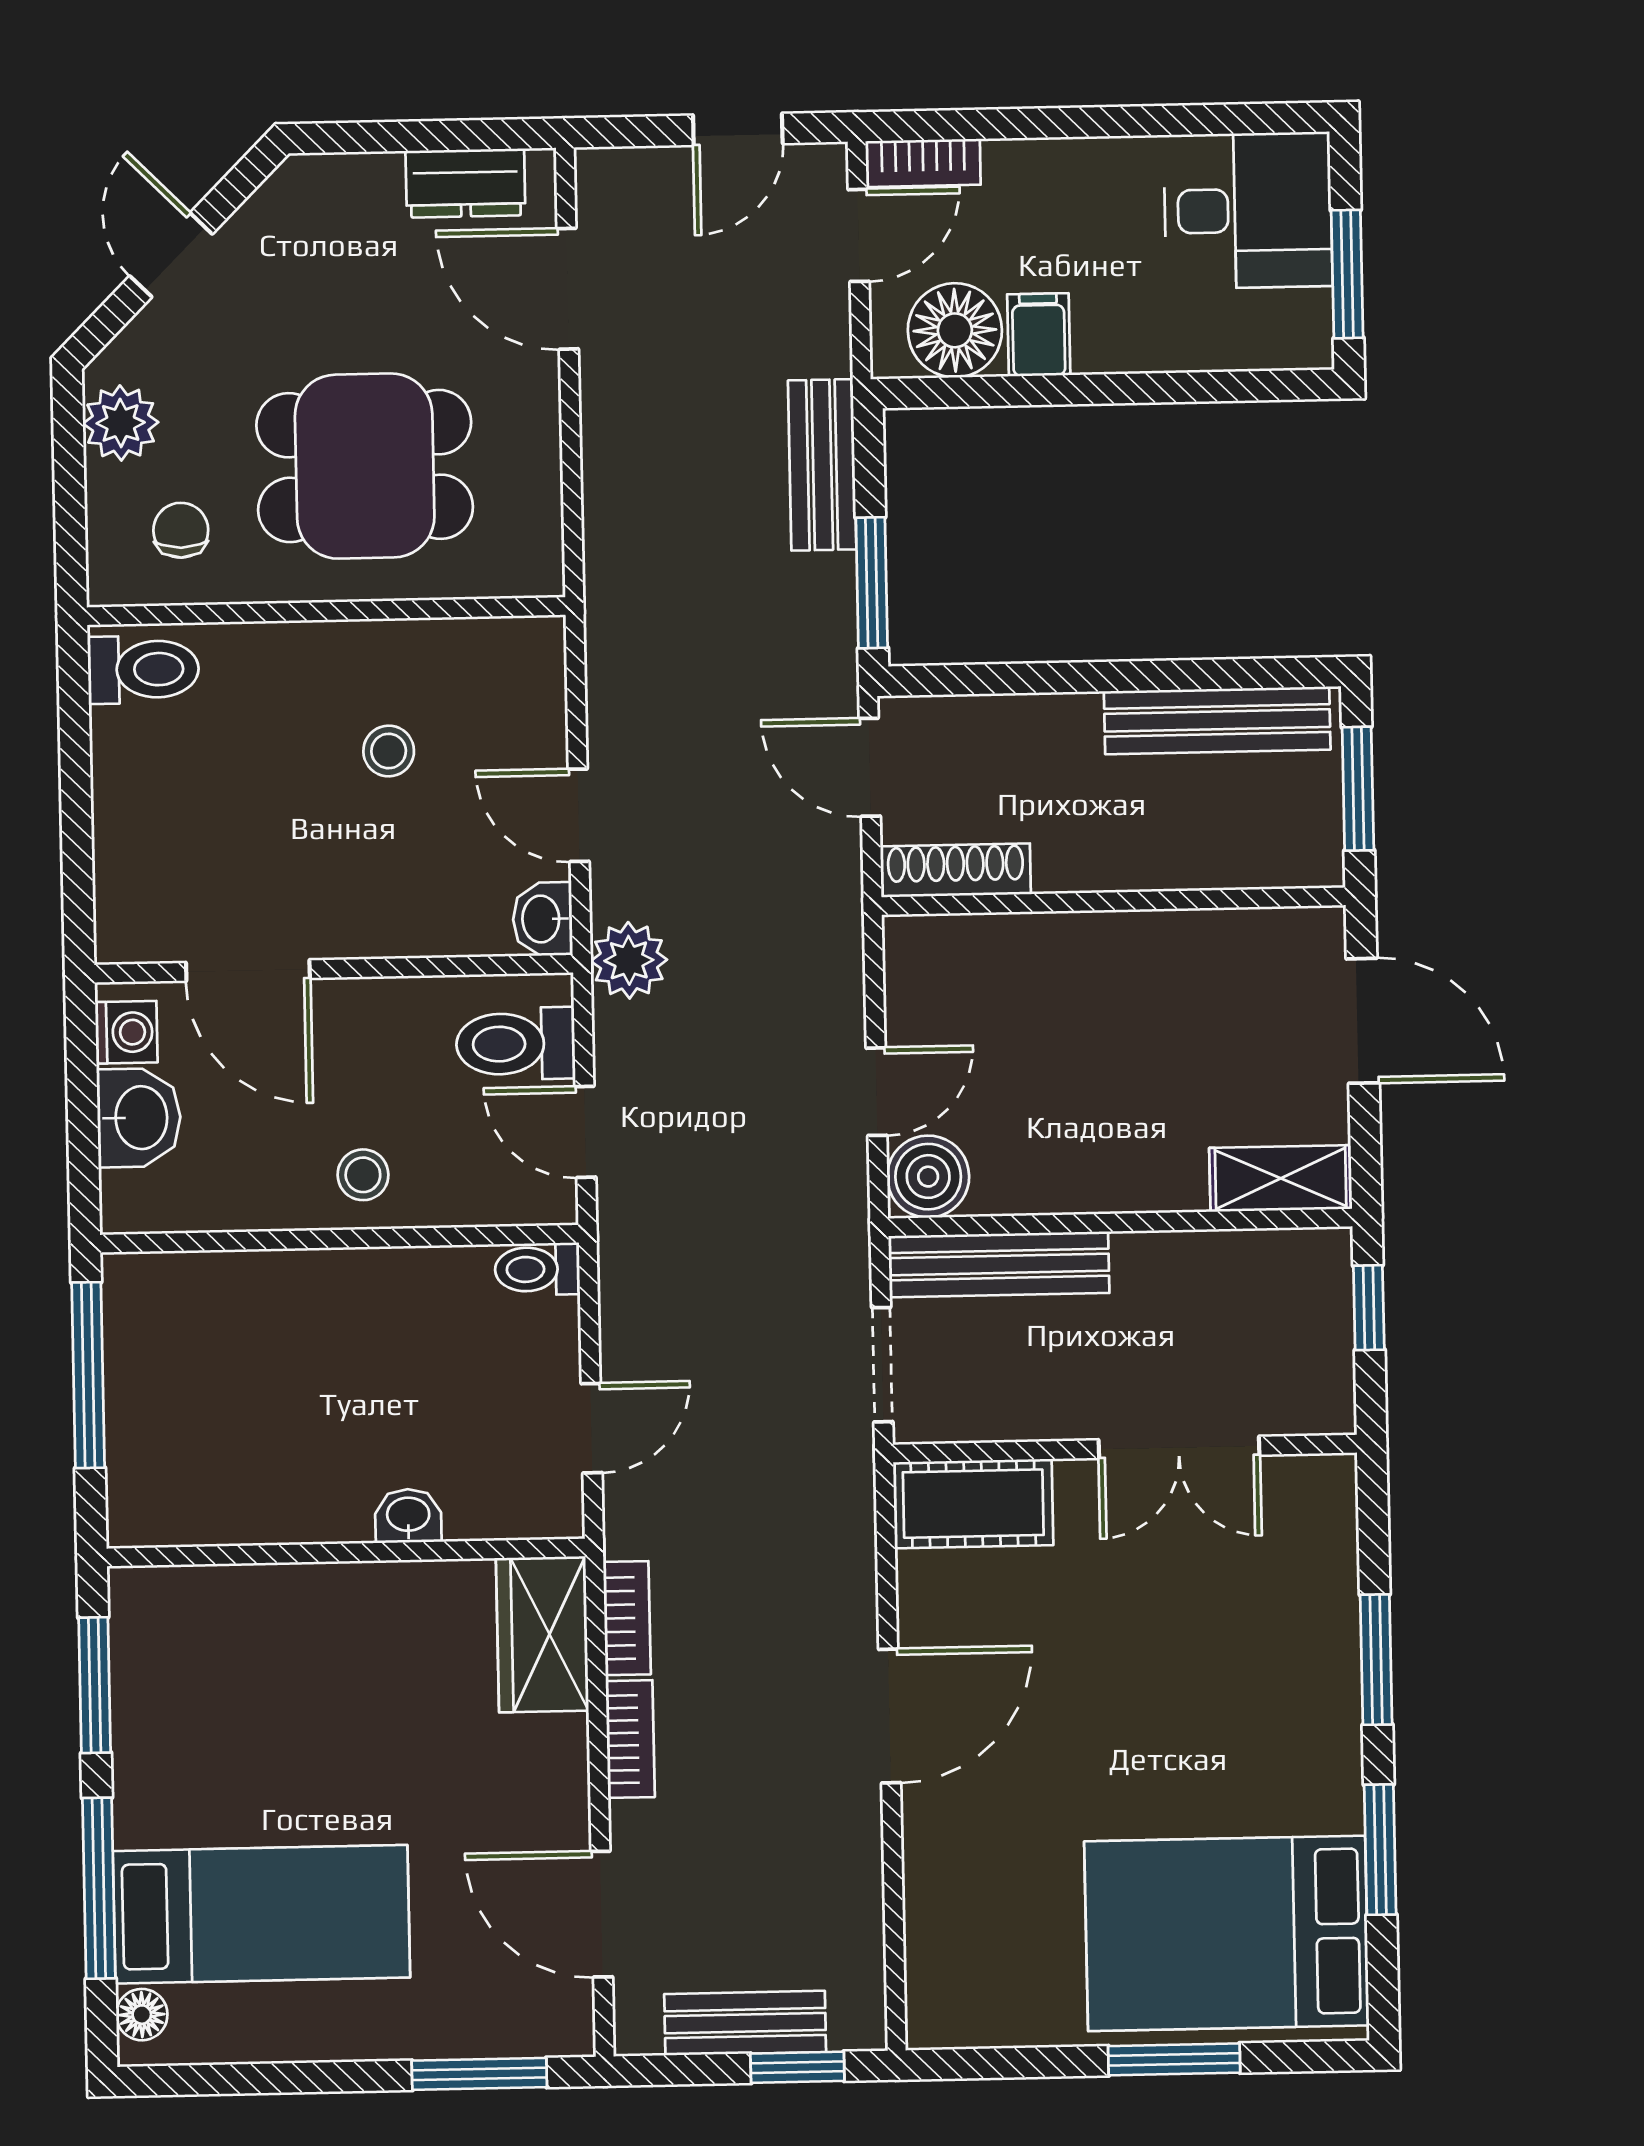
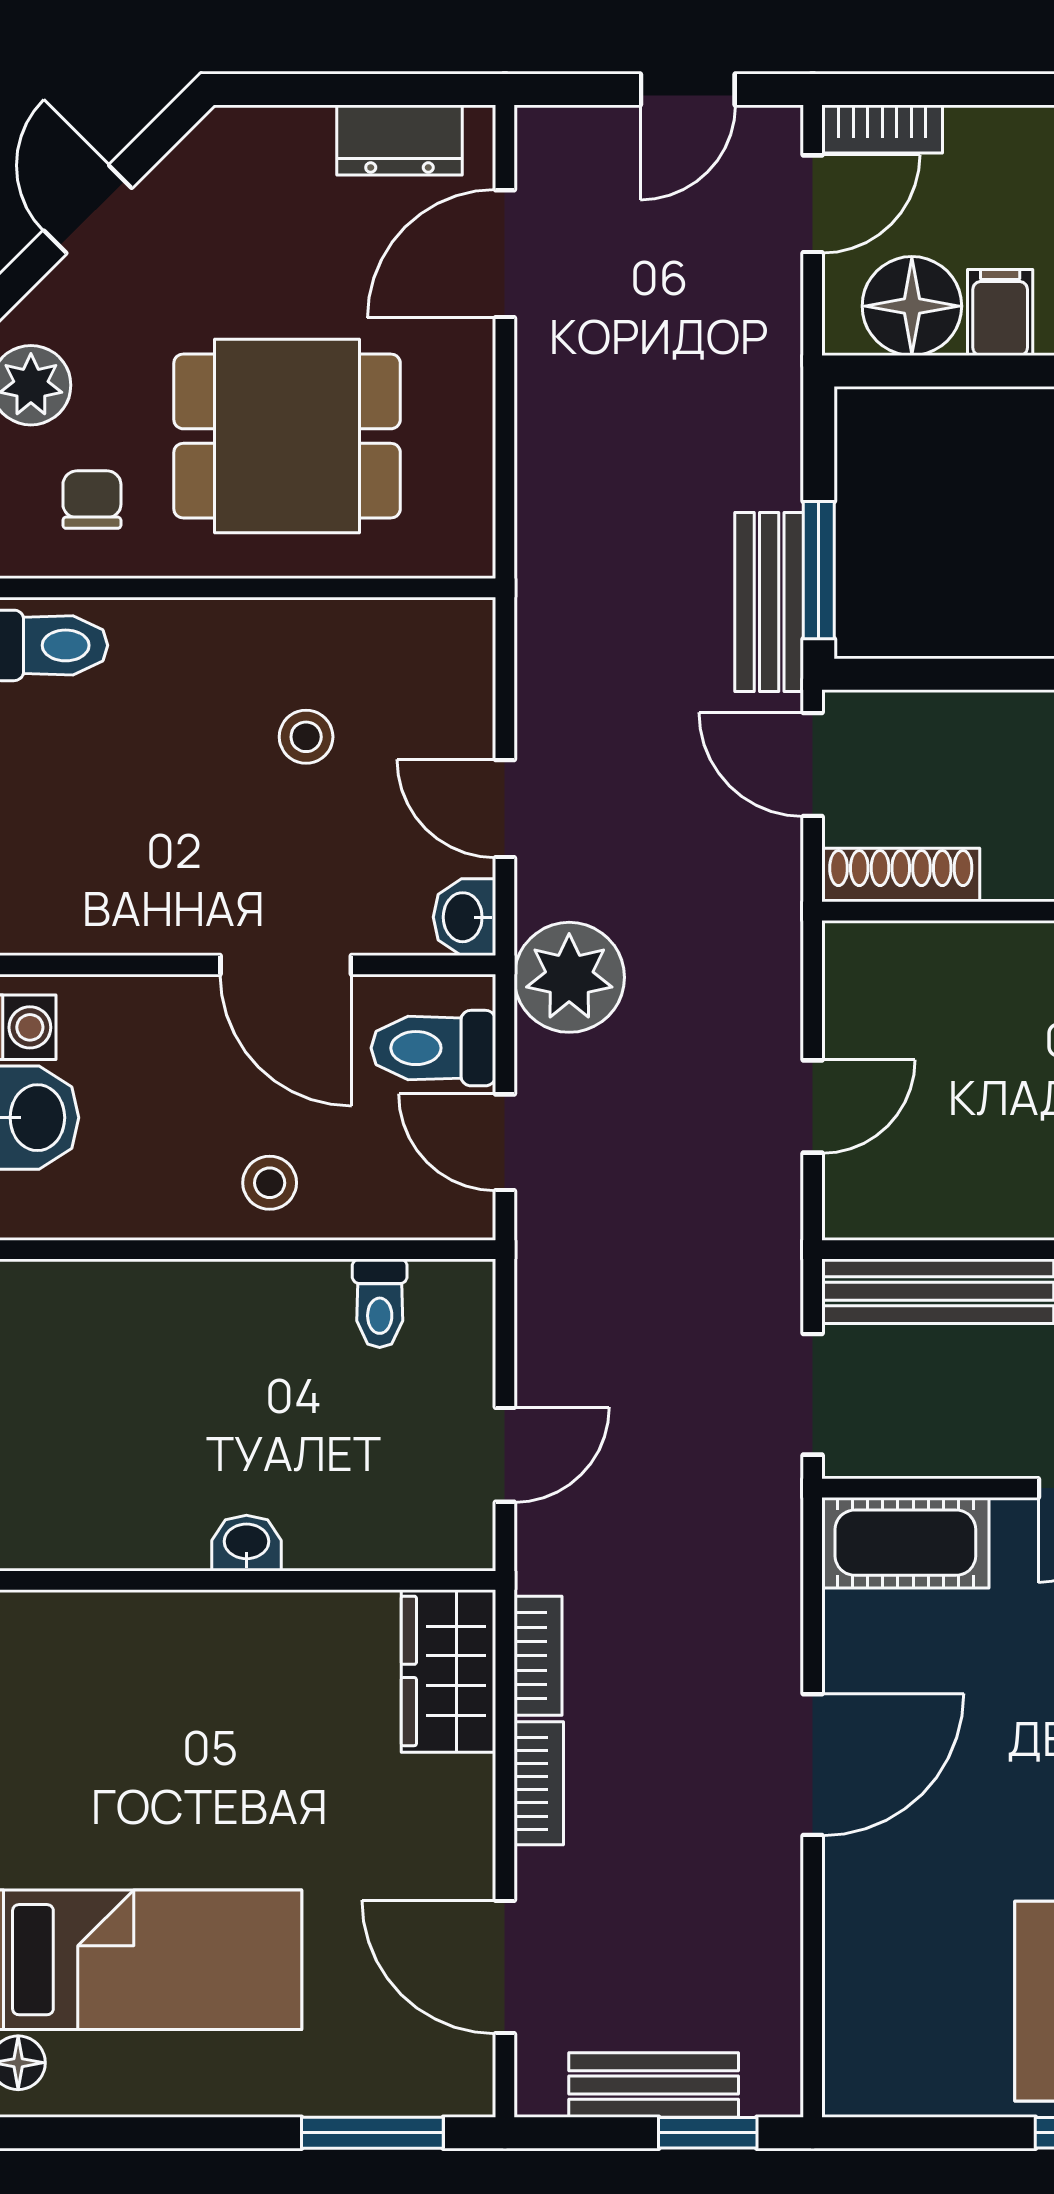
door: (568, 289) -> (505, 254), hinge flipped
bench: (822, 465) -> (769, 602), moved
plant: (629, 960) -> (569, 977), width x1.36, depth x1.36
door: (248, 970) -> (286, 965), moved
boiler: (928, 1177) -> (865, 1197), removed
toilet: (537, 1269) -> (380, 1303), moved, turned -90
washbasin: (408, 1516) -> (246, 1543), moved

